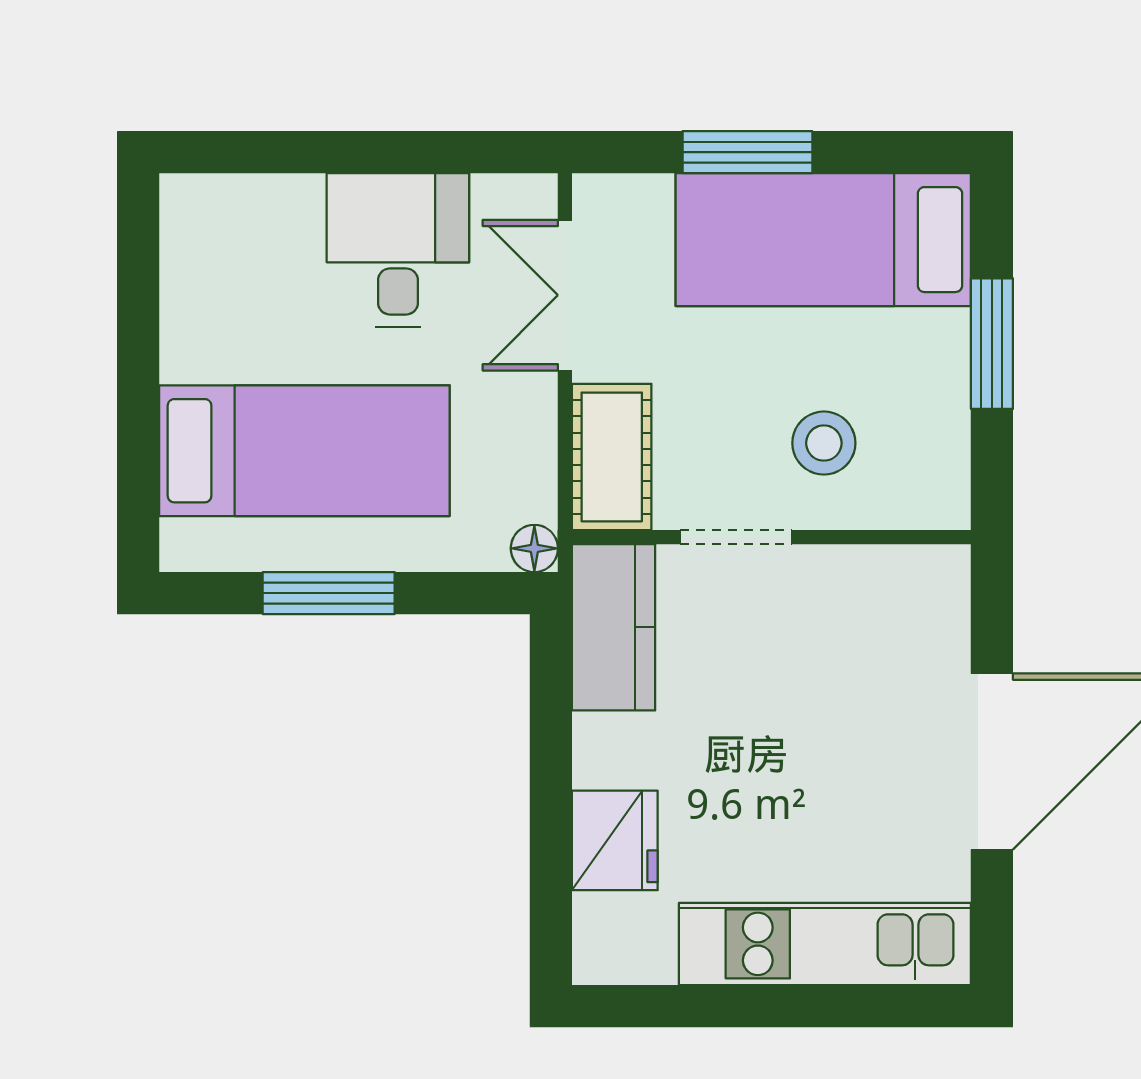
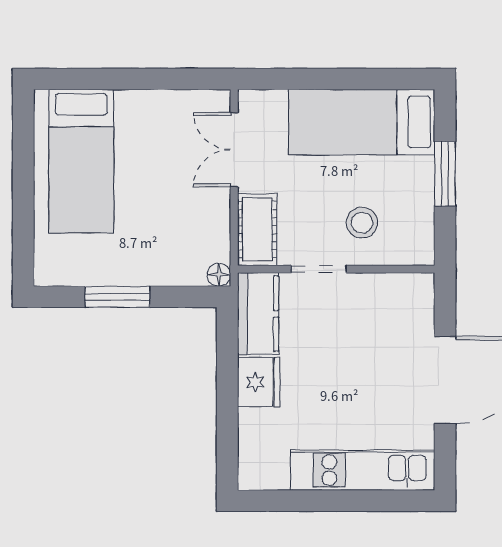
window: (747, 152) -> (324, 79), removed
desk: (398, 250) -> (152, 127), removed
bed: (304, 451) -> (81, 161), moved, turned 90
fridge: (615, 840) -> (259, 382), moved

